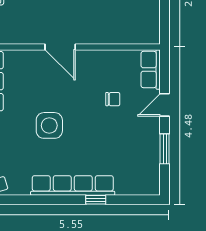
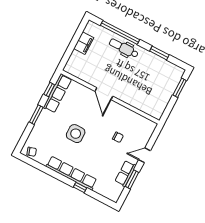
row of seats: (151, 69) -> (125, 173), moved

